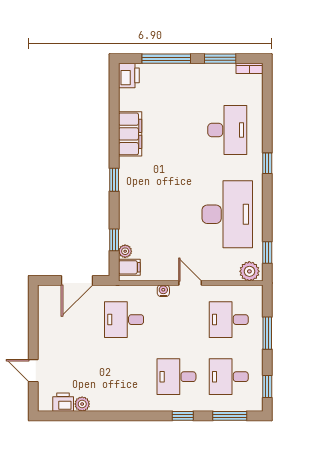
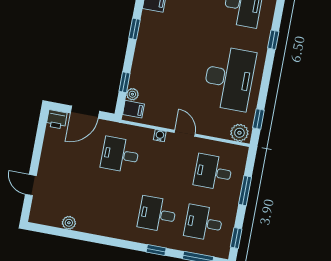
printer: (63, 402) -> (57, 119), moved, turned 180

